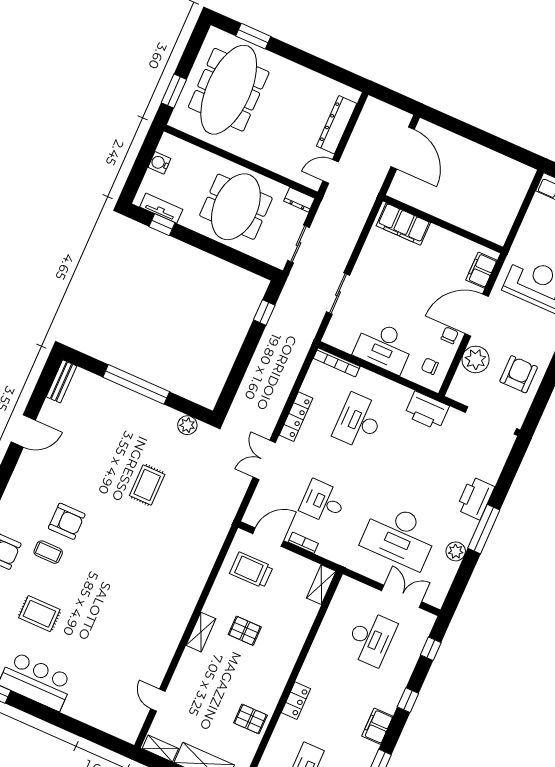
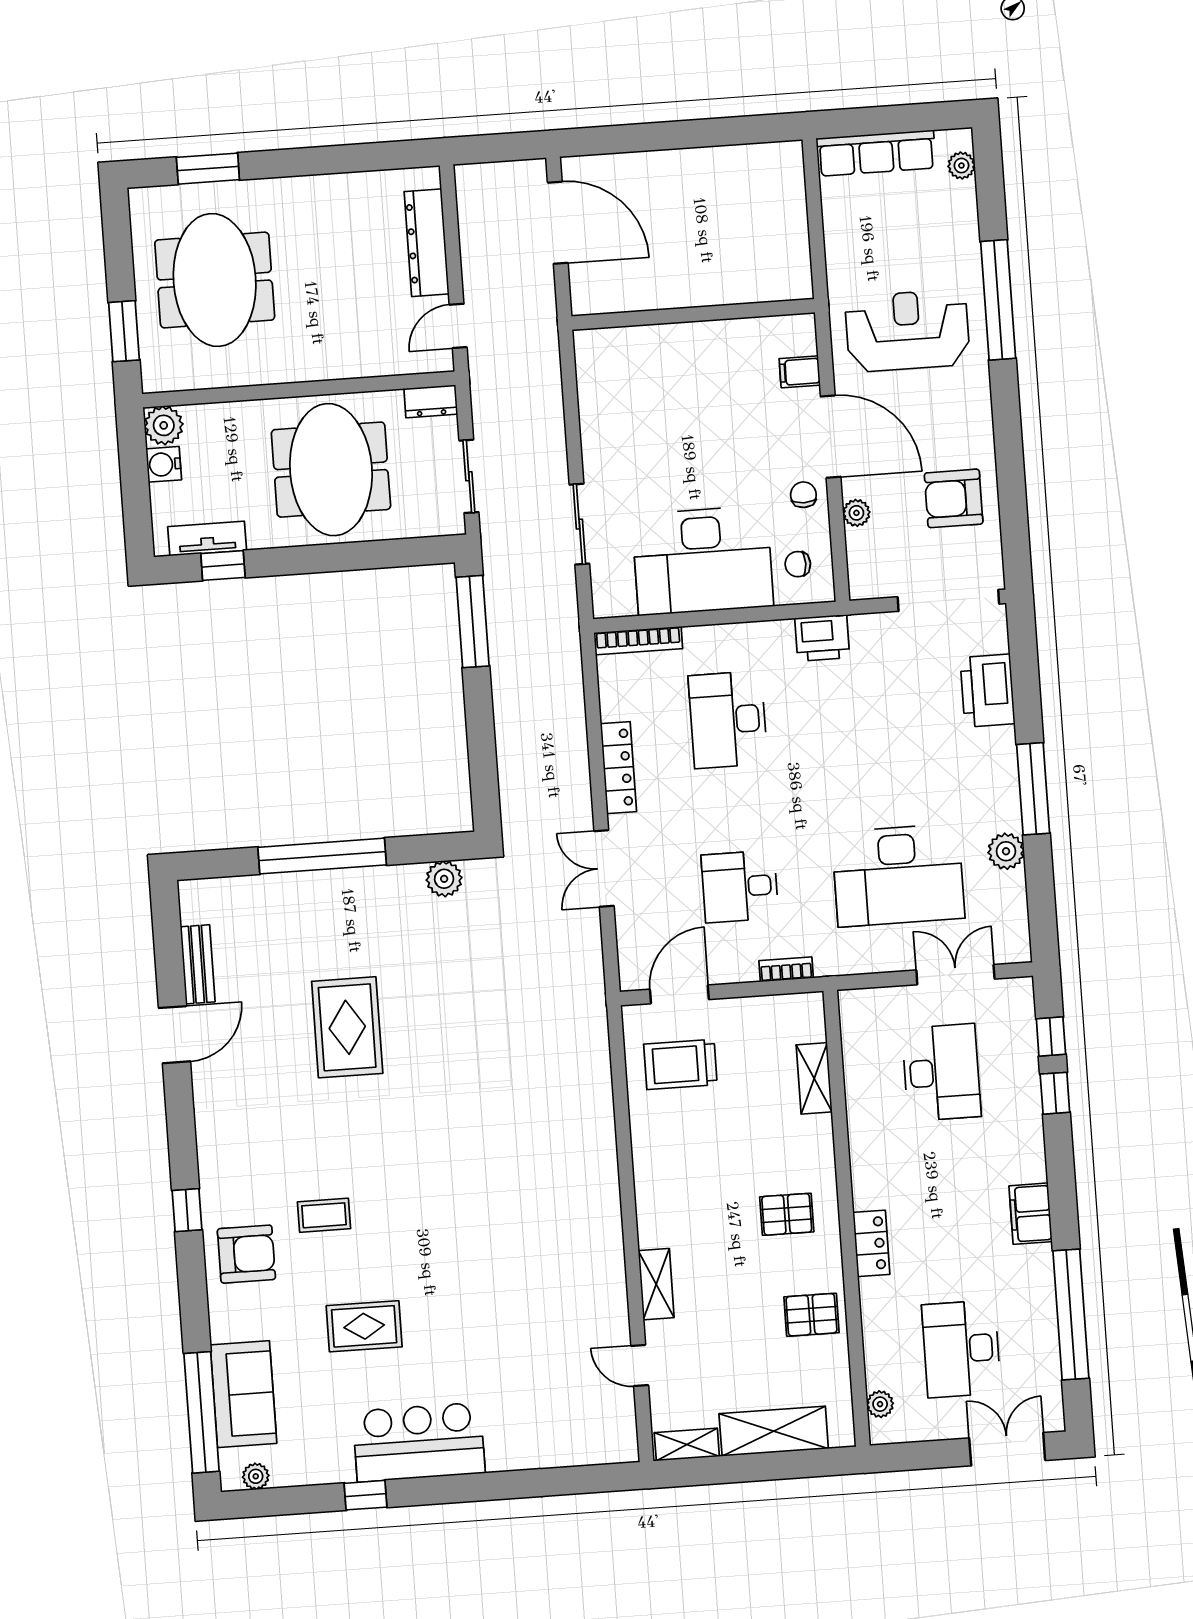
meeting table: (229, 90) -> (215, 280), width x0.73
plant: (169, 145) -> (164, 425), added
filing cabinet: (403, 224) -> (627, 350), removed
filing cabinet: (481, 270) -> (800, 372), width x0.50
window: (264, 313) -> (473, 622), width x2.17
door: (477, 315) -> (831, 437), swing flipped
desk: (384, 347) -> (703, 560), width x1.36, depth x1.30
plant: (476, 359) -> (856, 513), width x0.53, depth x0.53
armchair: (519, 374) -> (954, 498), turned -90
bench: (61, 381) -> (198, 964), moved
printer: (427, 411) -> (822, 638), width x0.73, depth x0.84
rug: (147, 485) -> (347, 1027), moved, width x1.36, depth x1.43
printer: (475, 498) -> (988, 691), moved
armchair: (67, 521) -> (328, 1147), removed
bookcase: (303, 543) -> (786, 969), moved
shelving: (321, 585) -> (814, 1078), moved
pallet: (245, 631) -> (787, 1214), moved
shelving: (201, 632) -> (656, 1284), moved
window: (408, 700) -> (1055, 1093), moved

